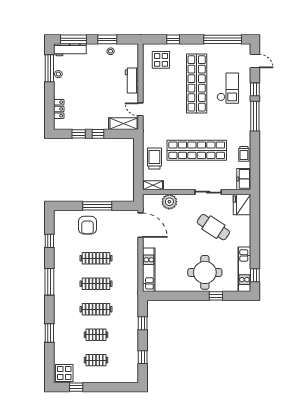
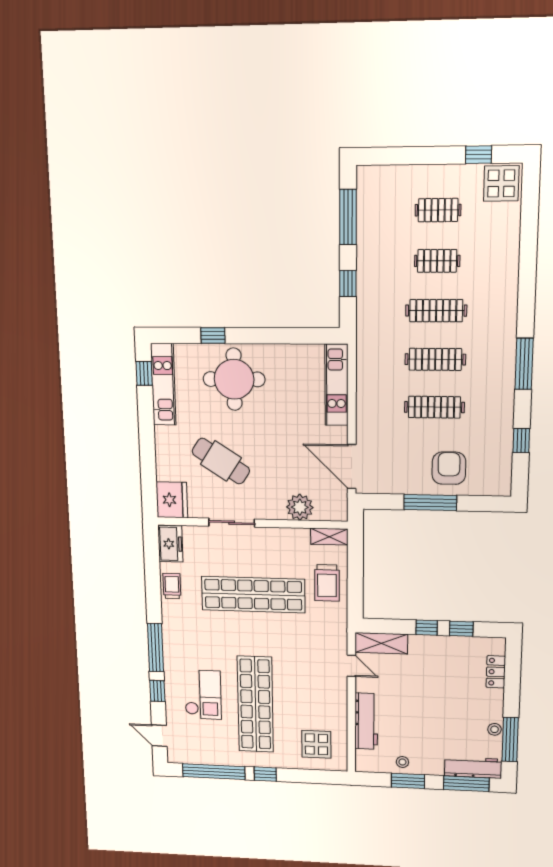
window: (173, 39) -> (265, 774), moved
workbench: (132, 81) -> (366, 721), width x1.38
checkout: (228, 88) -> (203, 695), turned 180
window: (49, 333) -> (528, 264), removed
window: (143, 357) -> (348, 217), width x2.17

